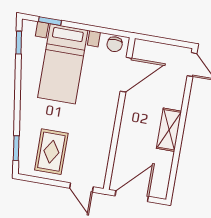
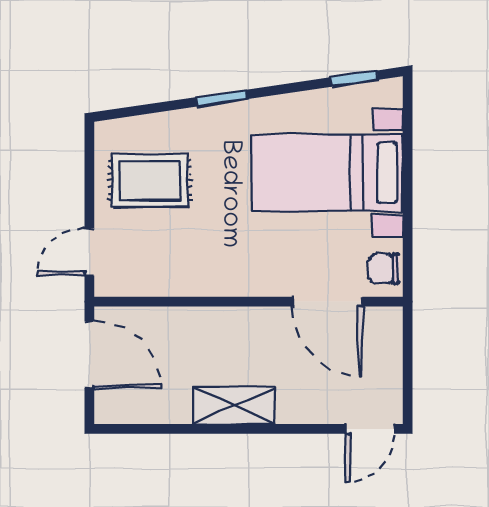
window: (50, 21) -> (408, 133), removed
window: (16, 148) -> (222, 98), moved

